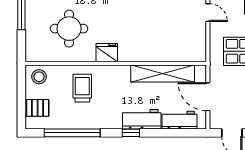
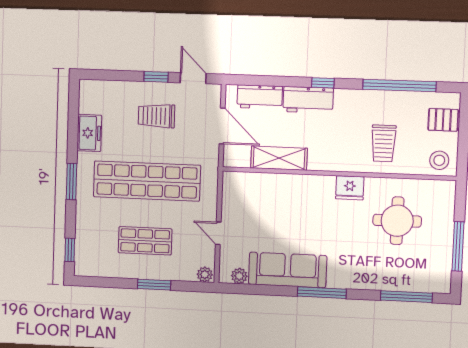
shelving: (163, 73) -> (279, 158), width x0.68

